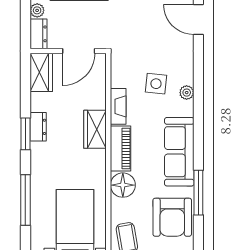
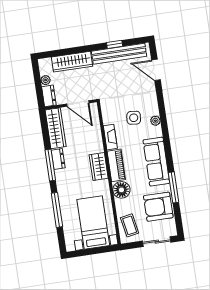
door: (79, 51) -> (78, 103), hinge flipped
wardrobe: (41, 72) -> (56, 128), width x1.50
wardrobe: (95, 129) -> (99, 167), moved
window: (25, 134) -> (50, 165), width x1.44
armchair: (172, 217) -> (158, 207), turned 90

